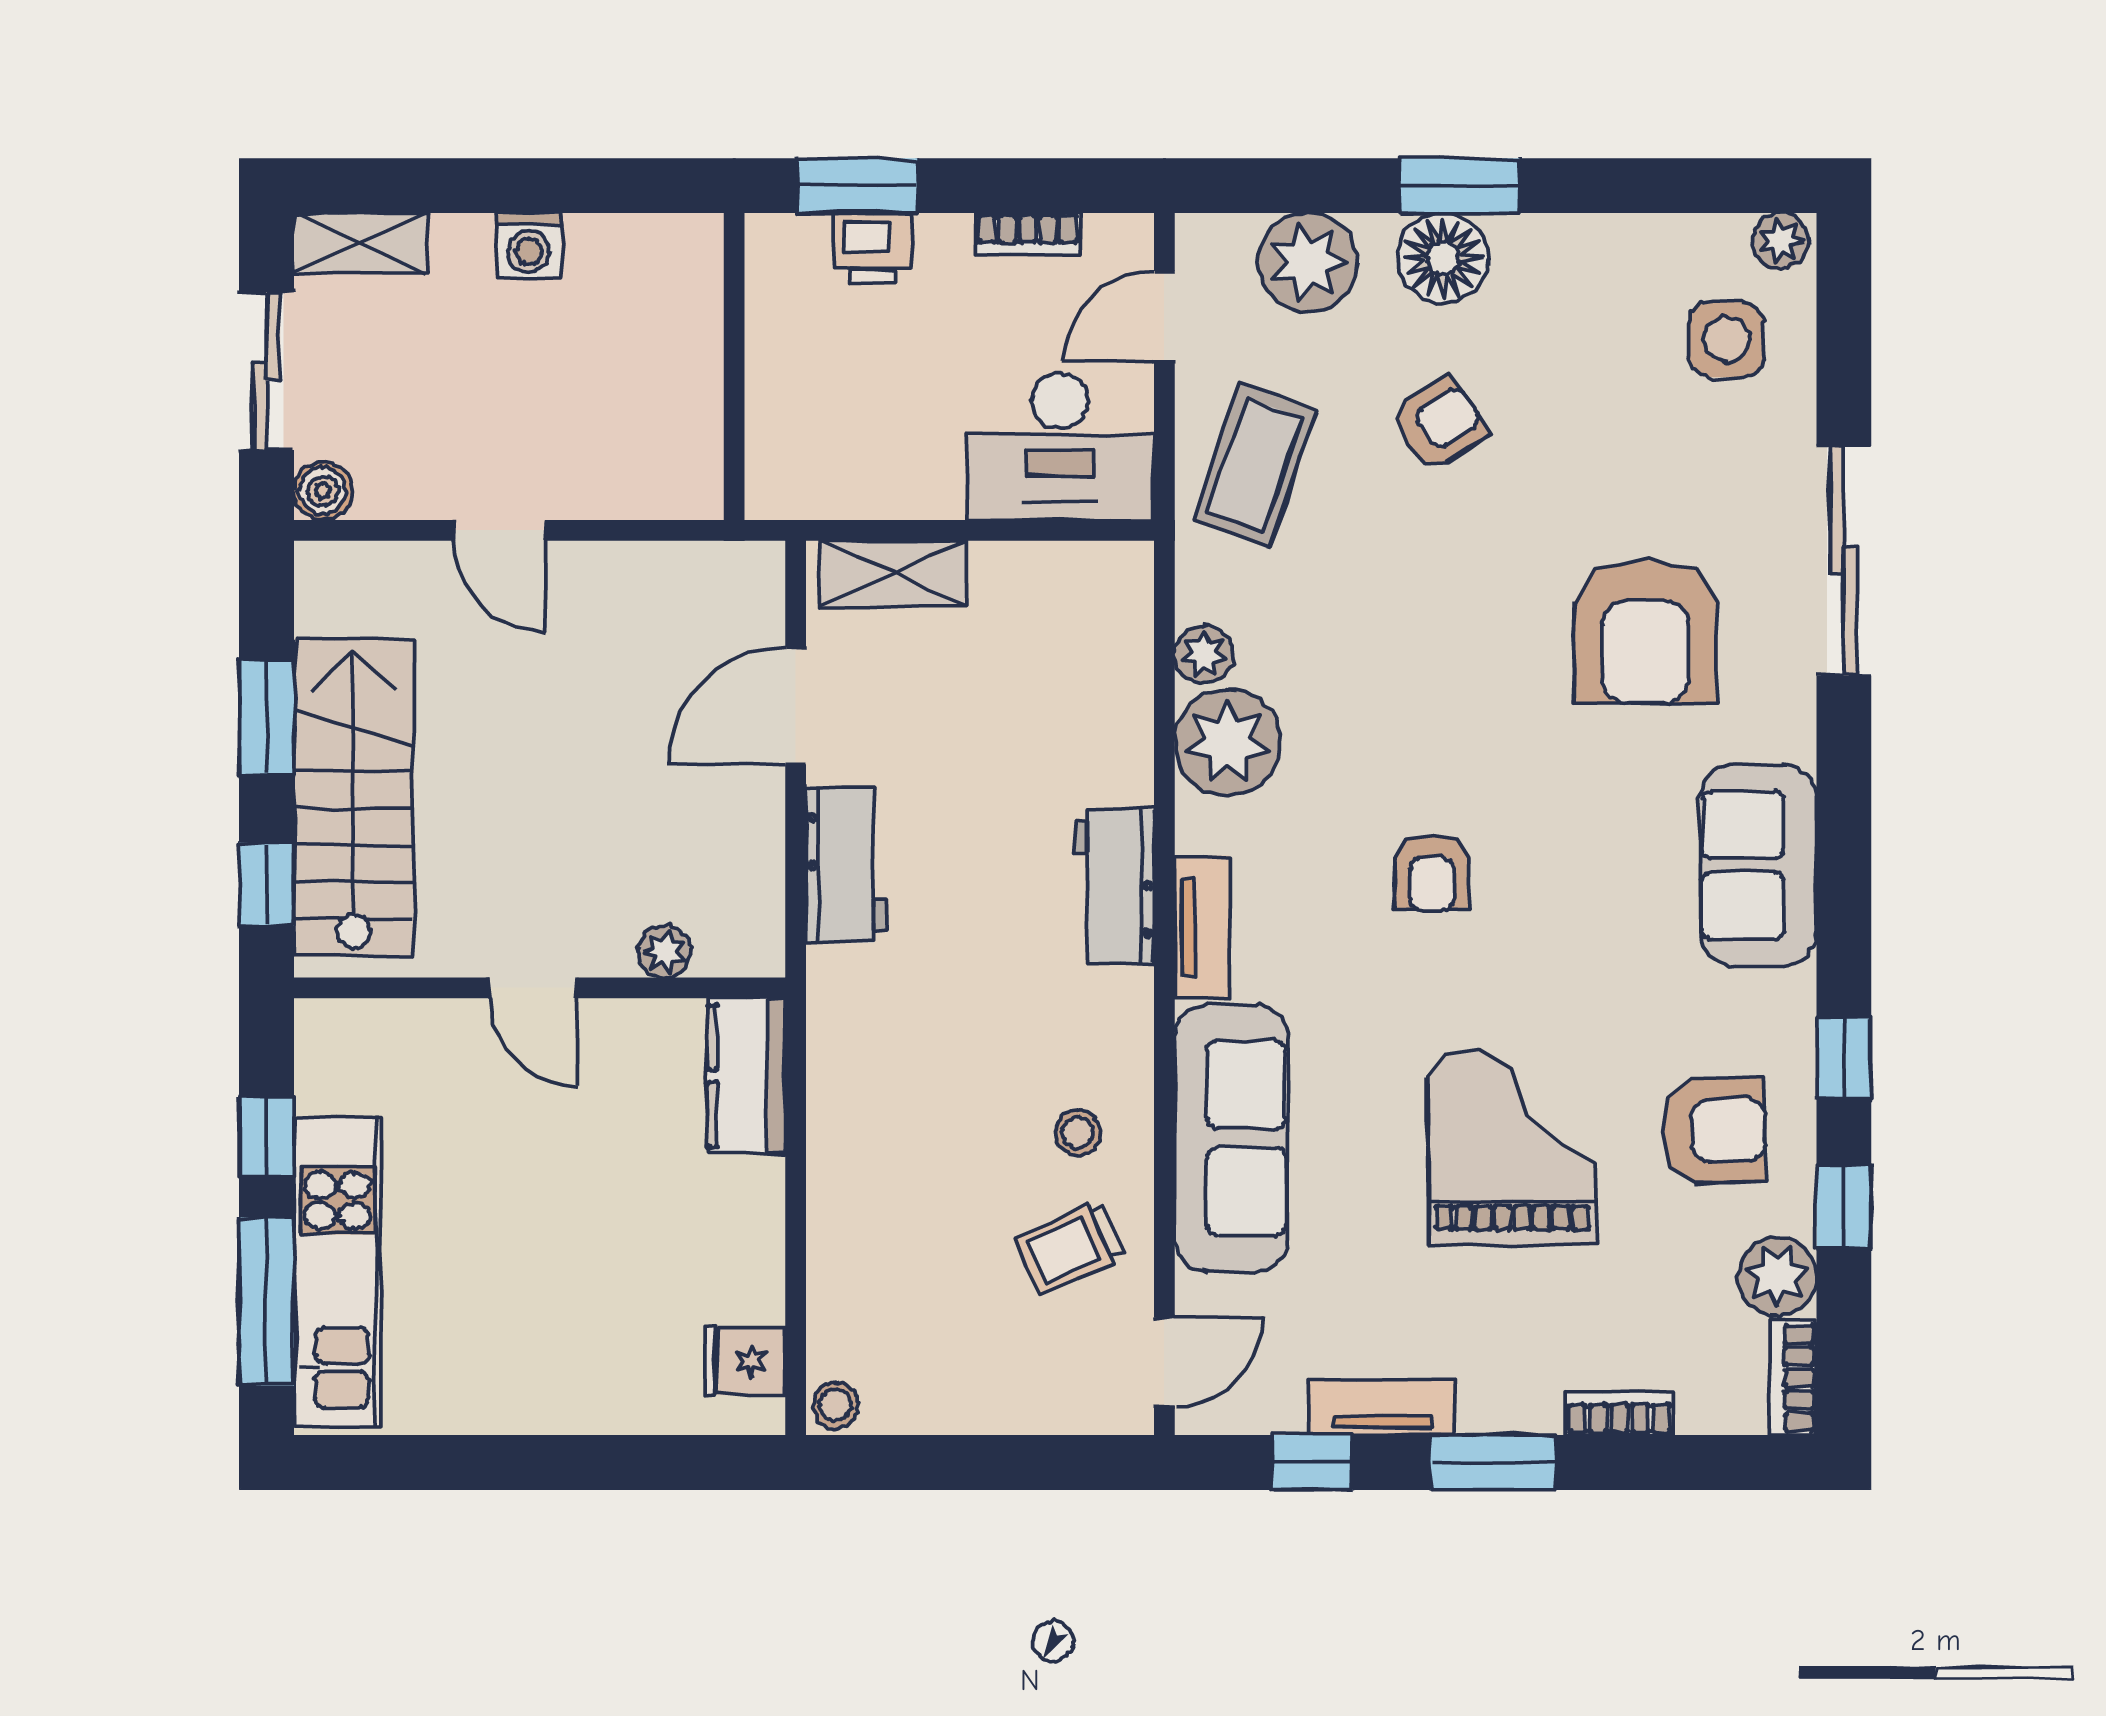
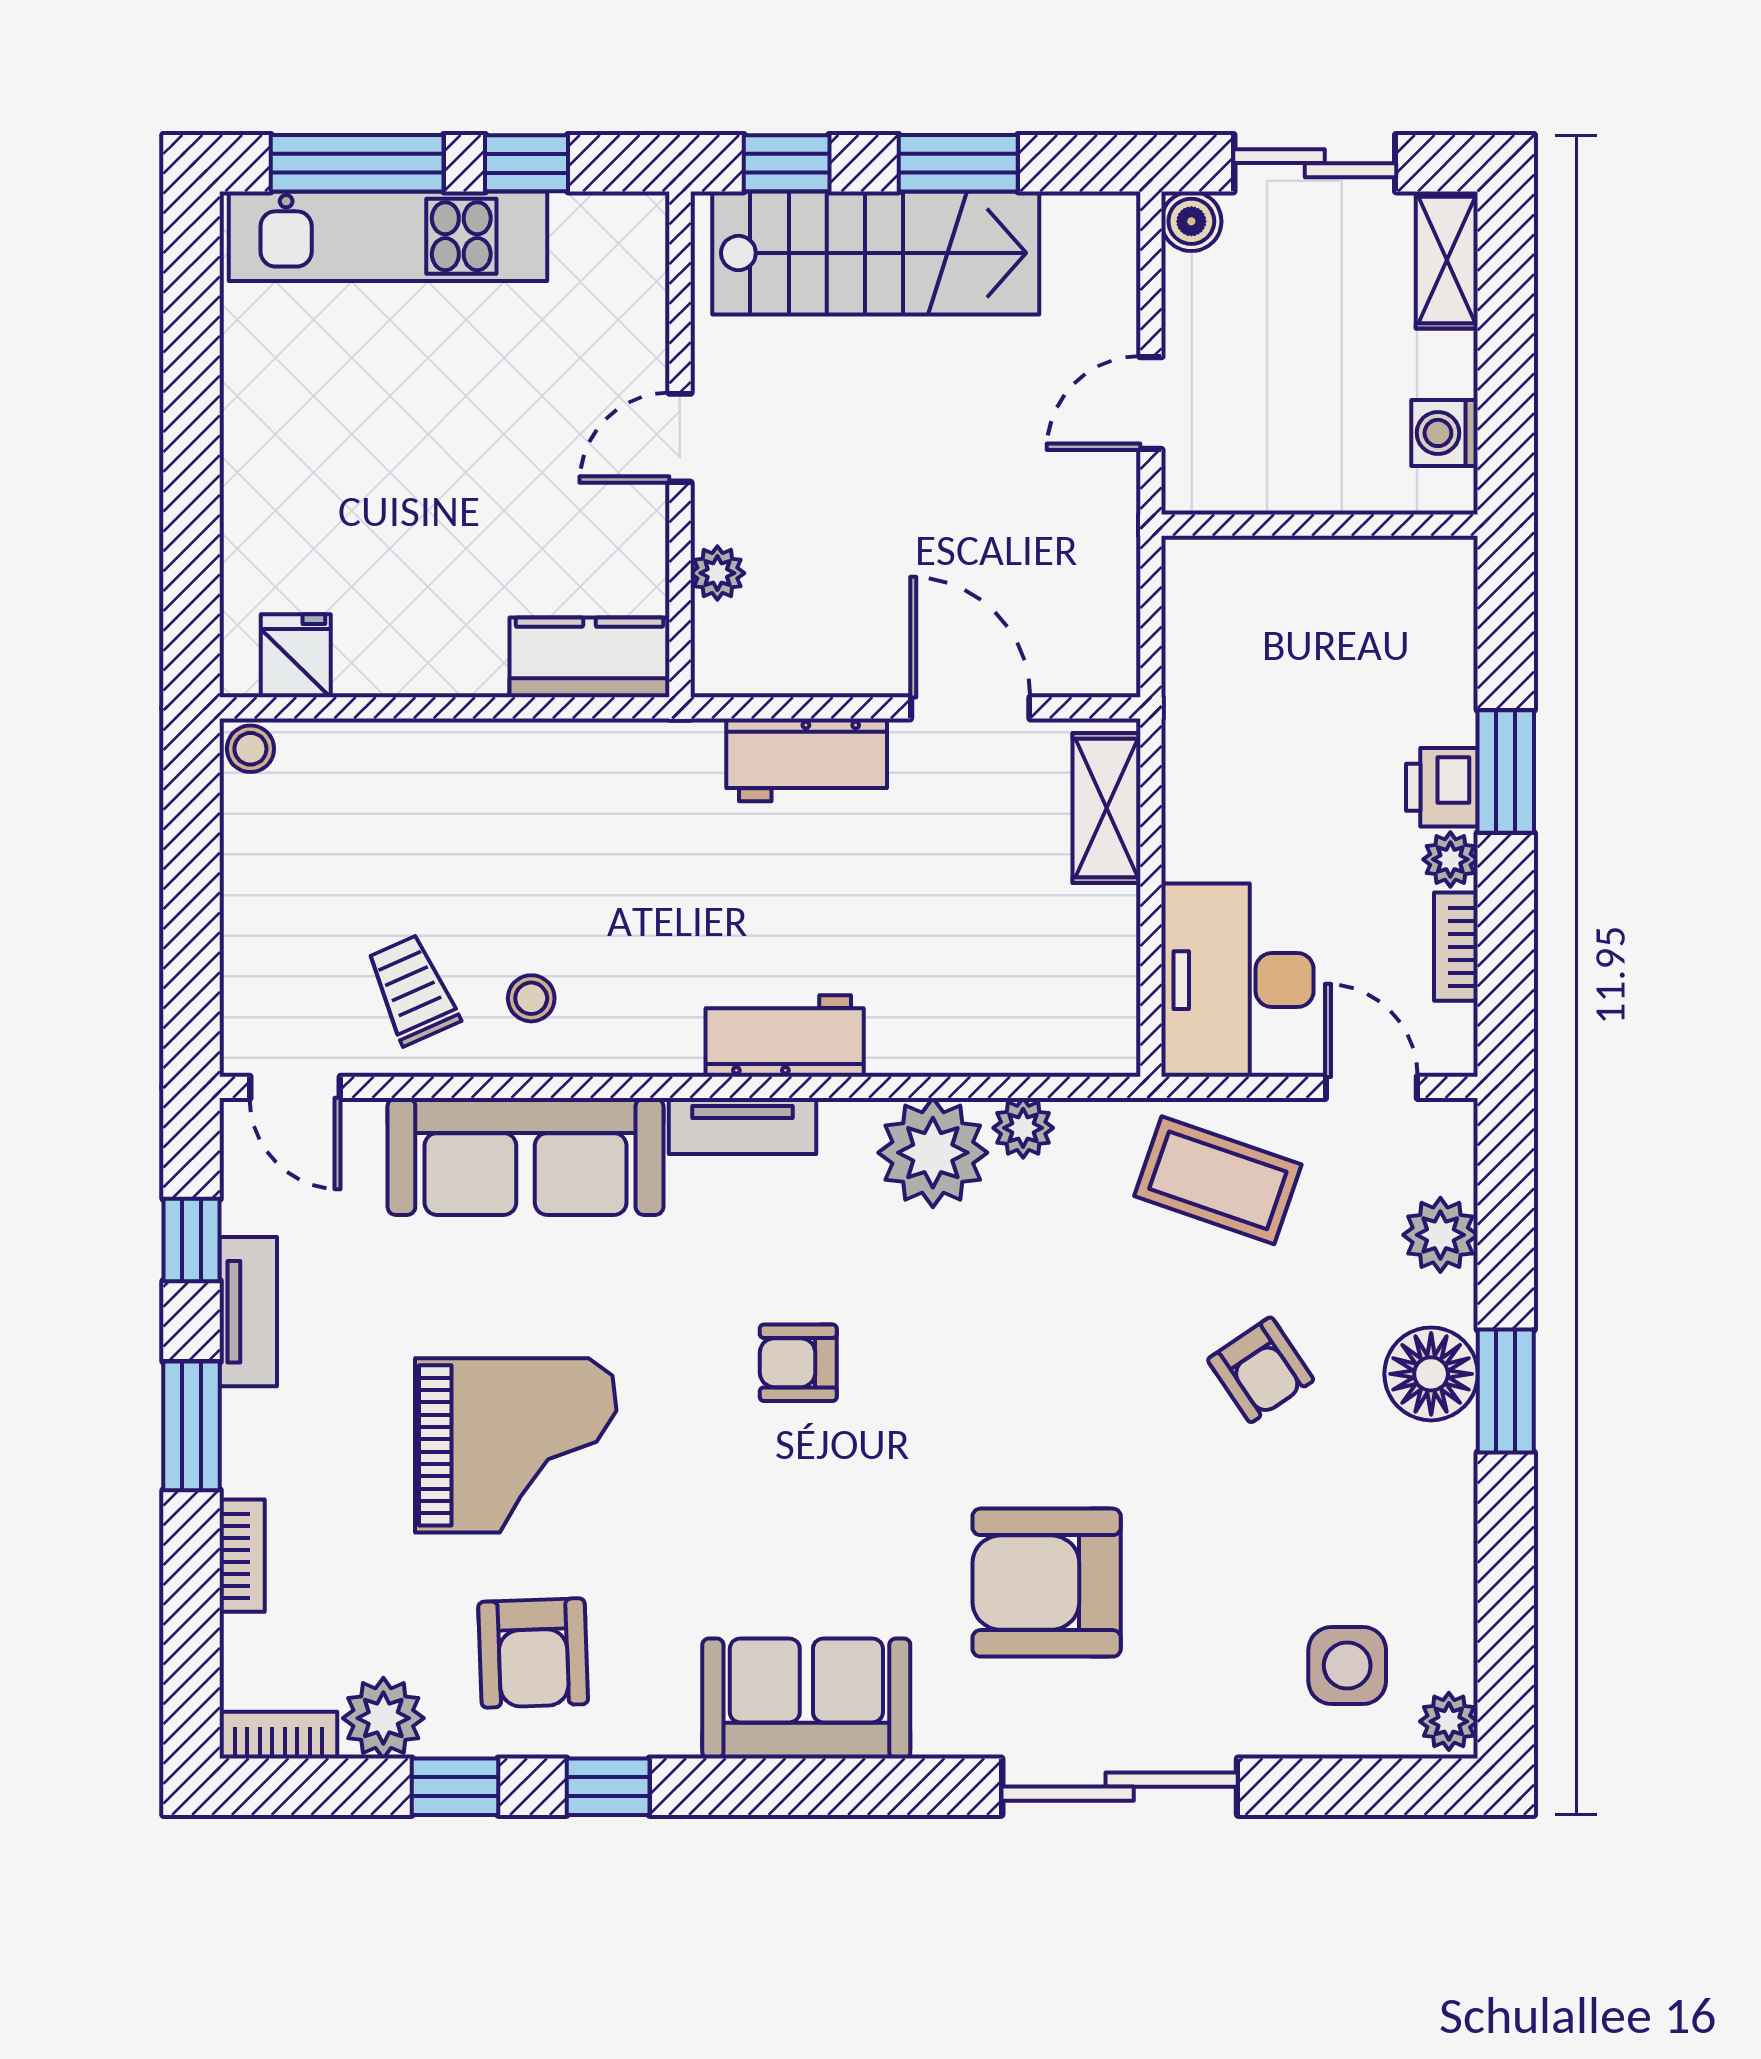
plant: (943, 239) -> (1450, 859), added
plant: (1308, 262) -> (1440, 1235), width x0.73, depth x0.73
wall: (734, 367) -> (1320, 525), moved

